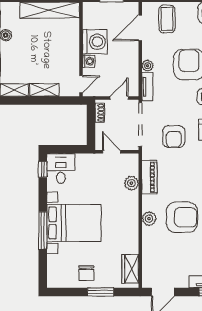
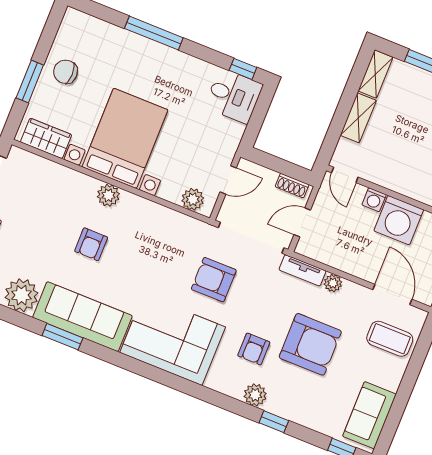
door: (119, 98) -> (302, 222), swing flipped
piano: (149, 177) -> (169, 220), removed
plant: (131, 183) -> (193, 199), moved
armchair: (182, 217) -> (91, 244), width x0.53, depth x0.53
bed with nightstands: (74, 223) -> (125, 138), moved, turned 180

